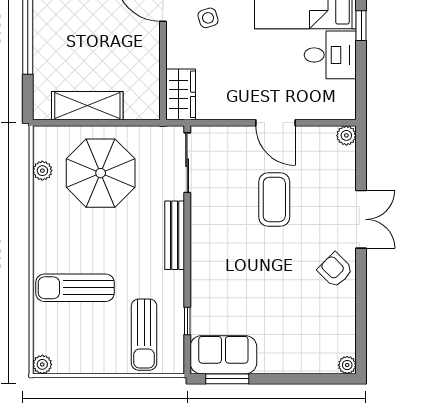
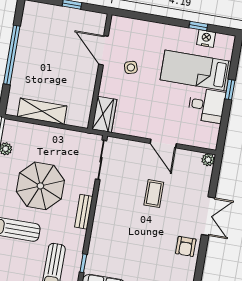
parasol: (101, 173) -> (40, 186), moved
coffee table: (274, 200) -> (154, 194), width x0.73, depth x0.77
bench: (175, 235) -> (84, 212), width x0.73
armchair: (335, 270) -> (186, 246), turned -135

